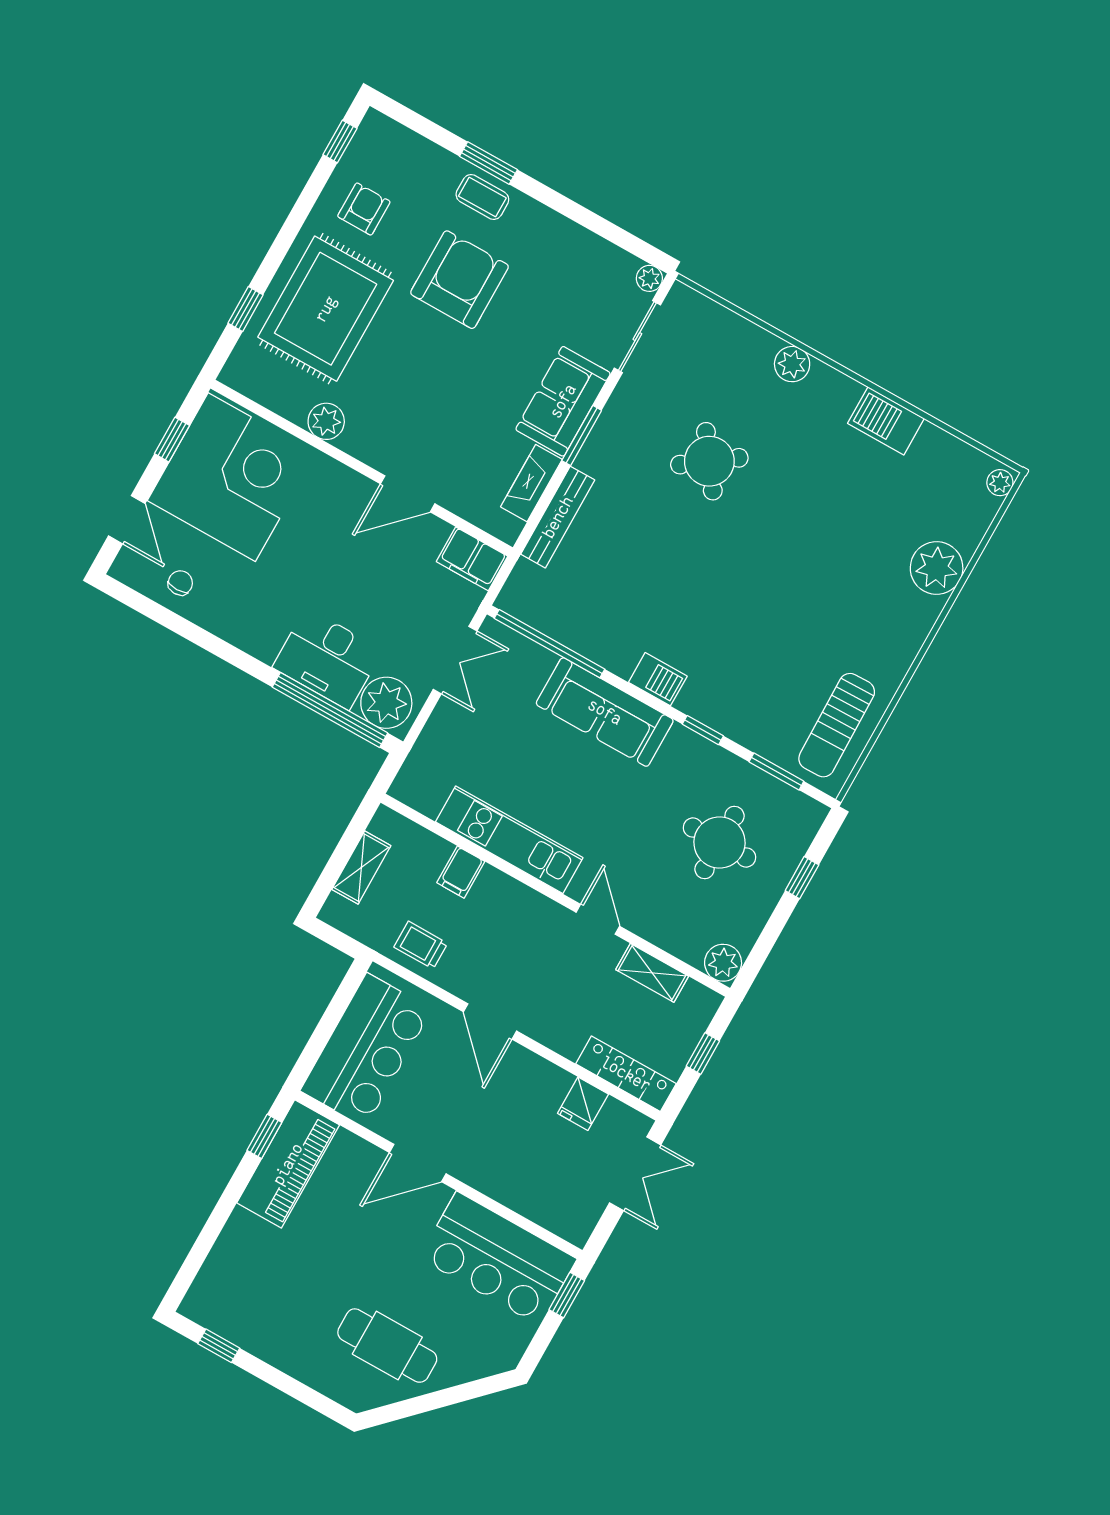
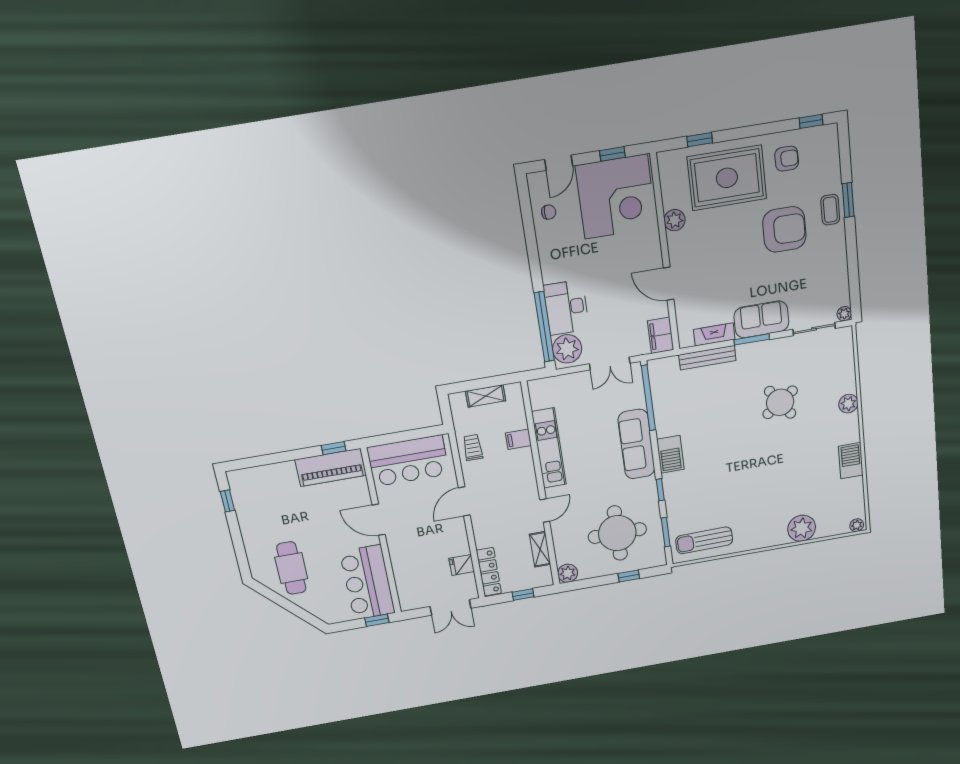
barbecue: (658, 679) -> (670, 454), width x1.38, depth x1.27
round table: (720, 843) -> (617, 533), width x1.36, depth x1.36

